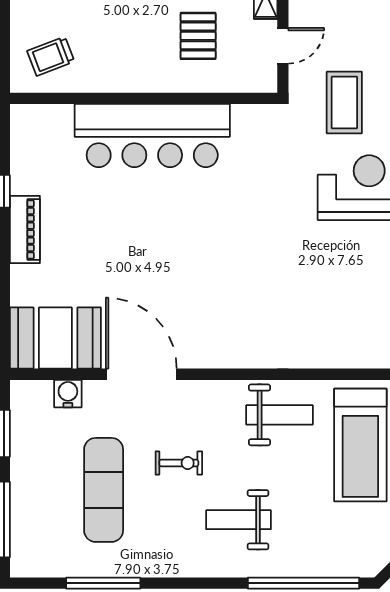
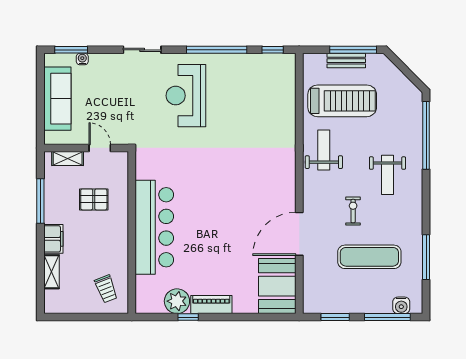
coffee table: (344, 103) -> (134, 111), removed
plant: (30, 173) -> (177, 301), added
water cooler: (68, 394) -> (401, 305), moved, turned -90

